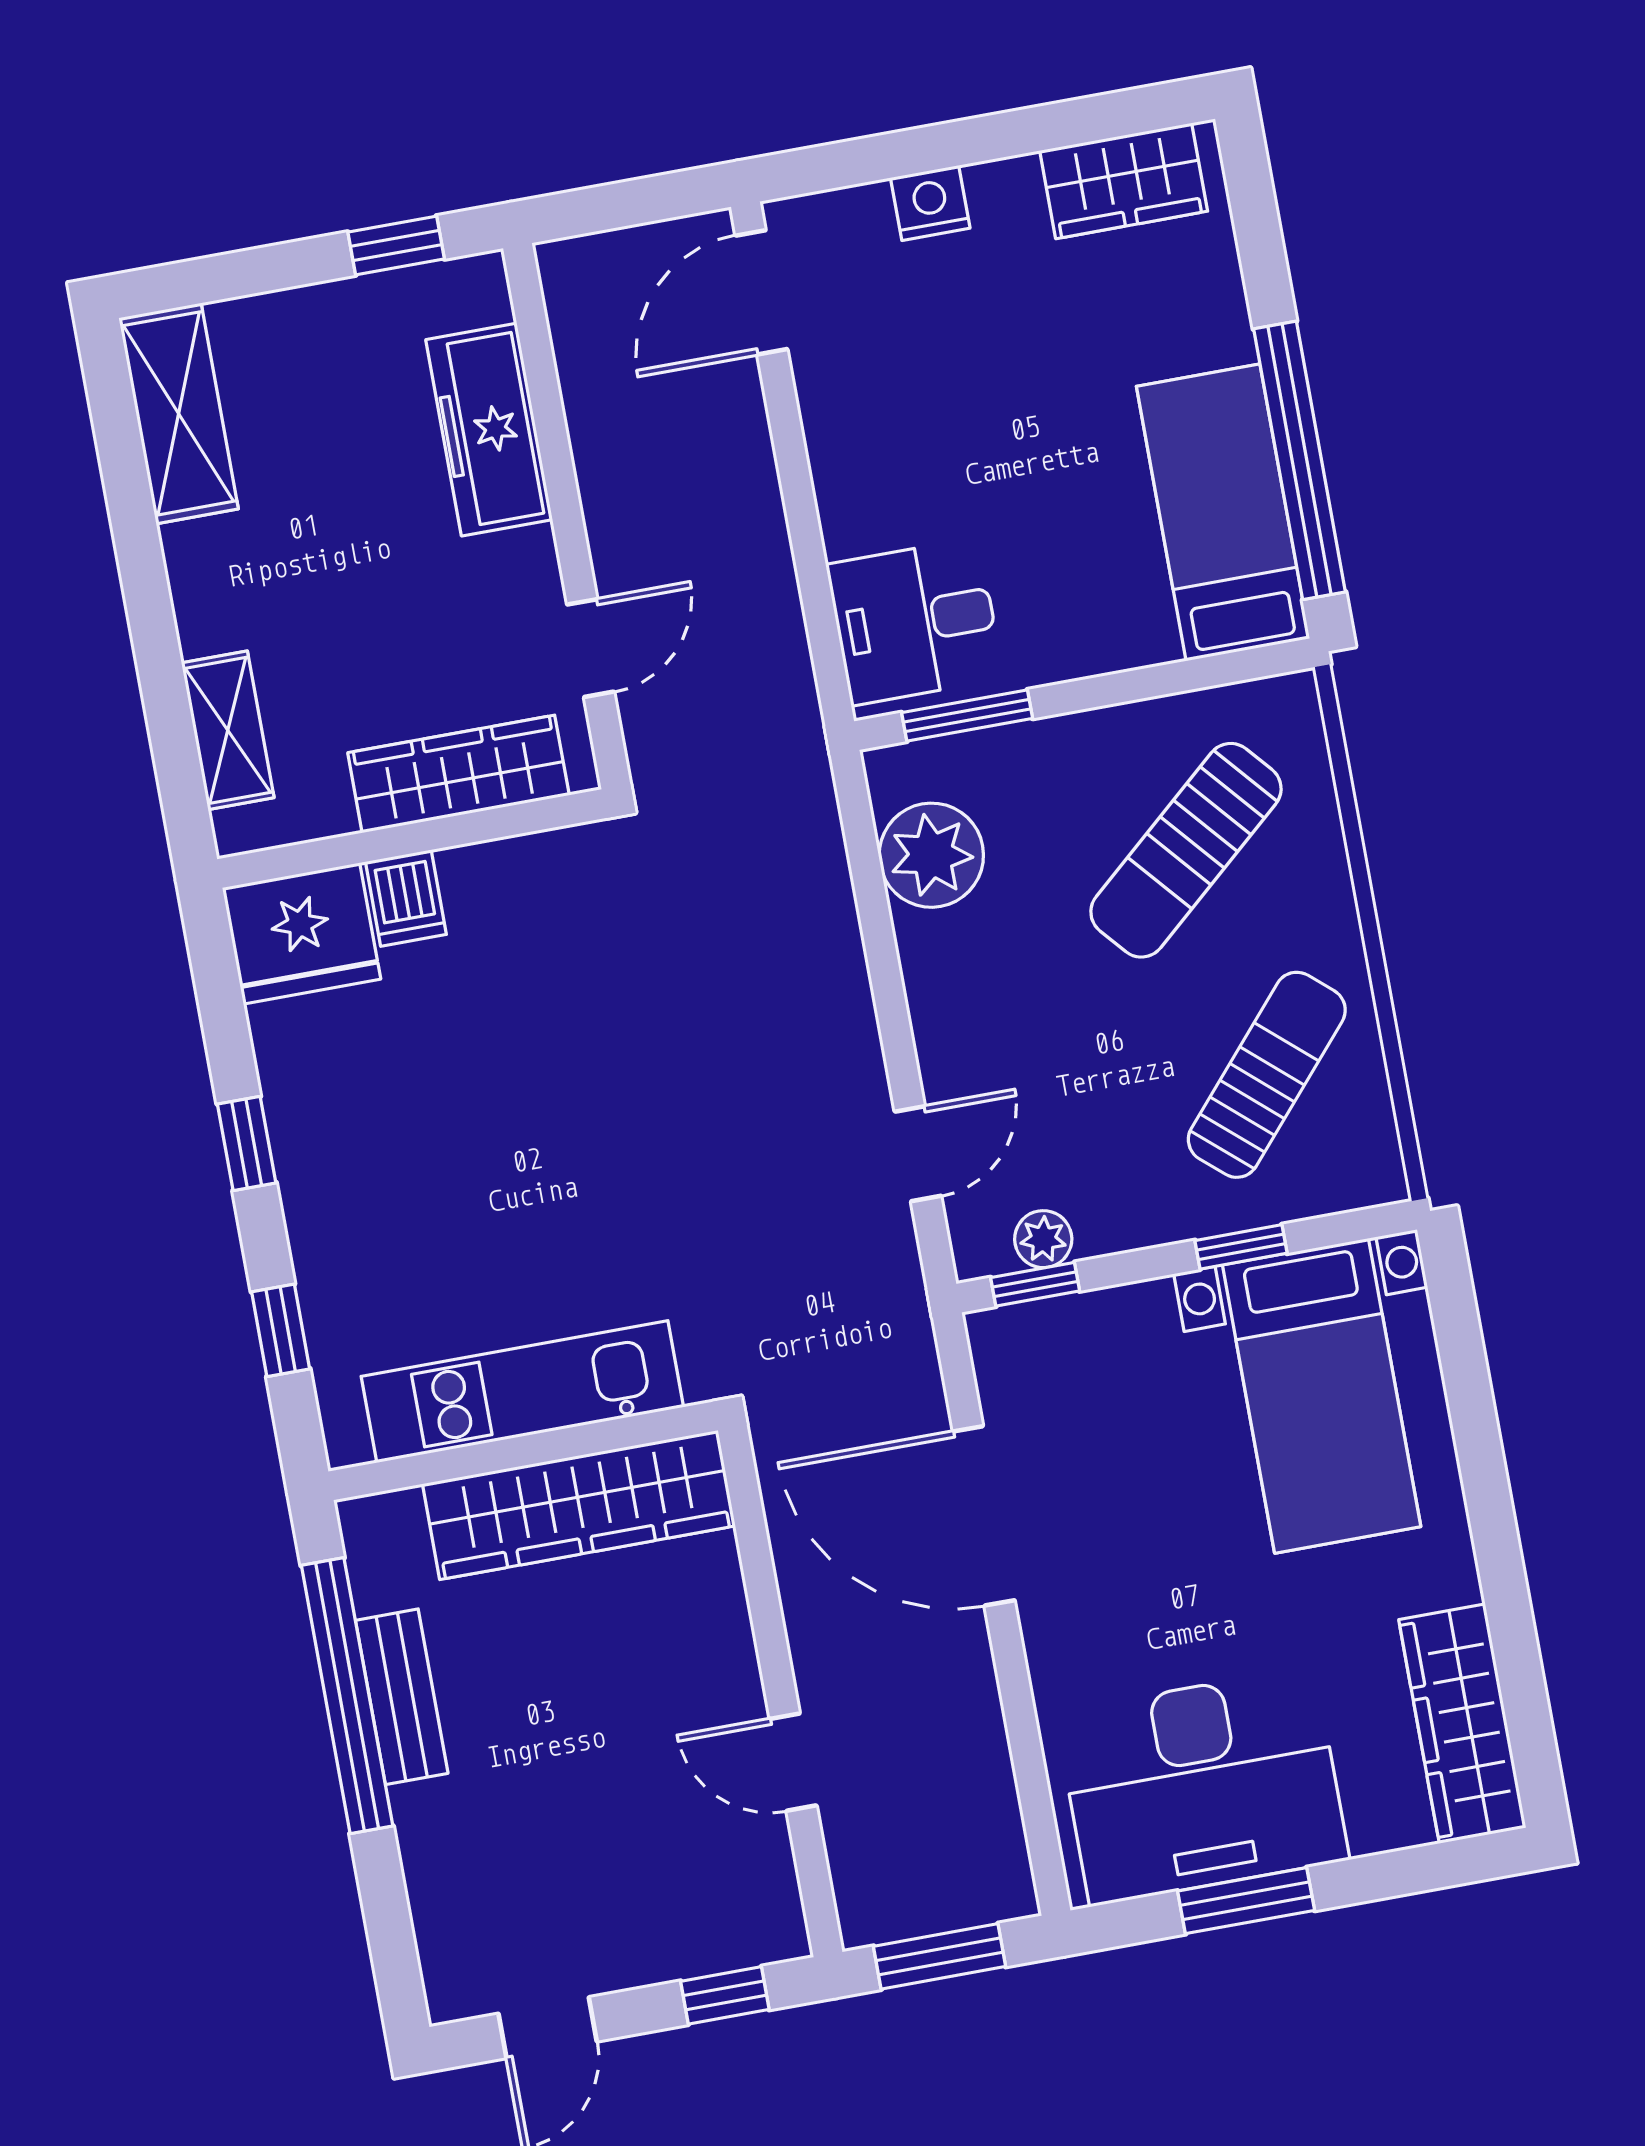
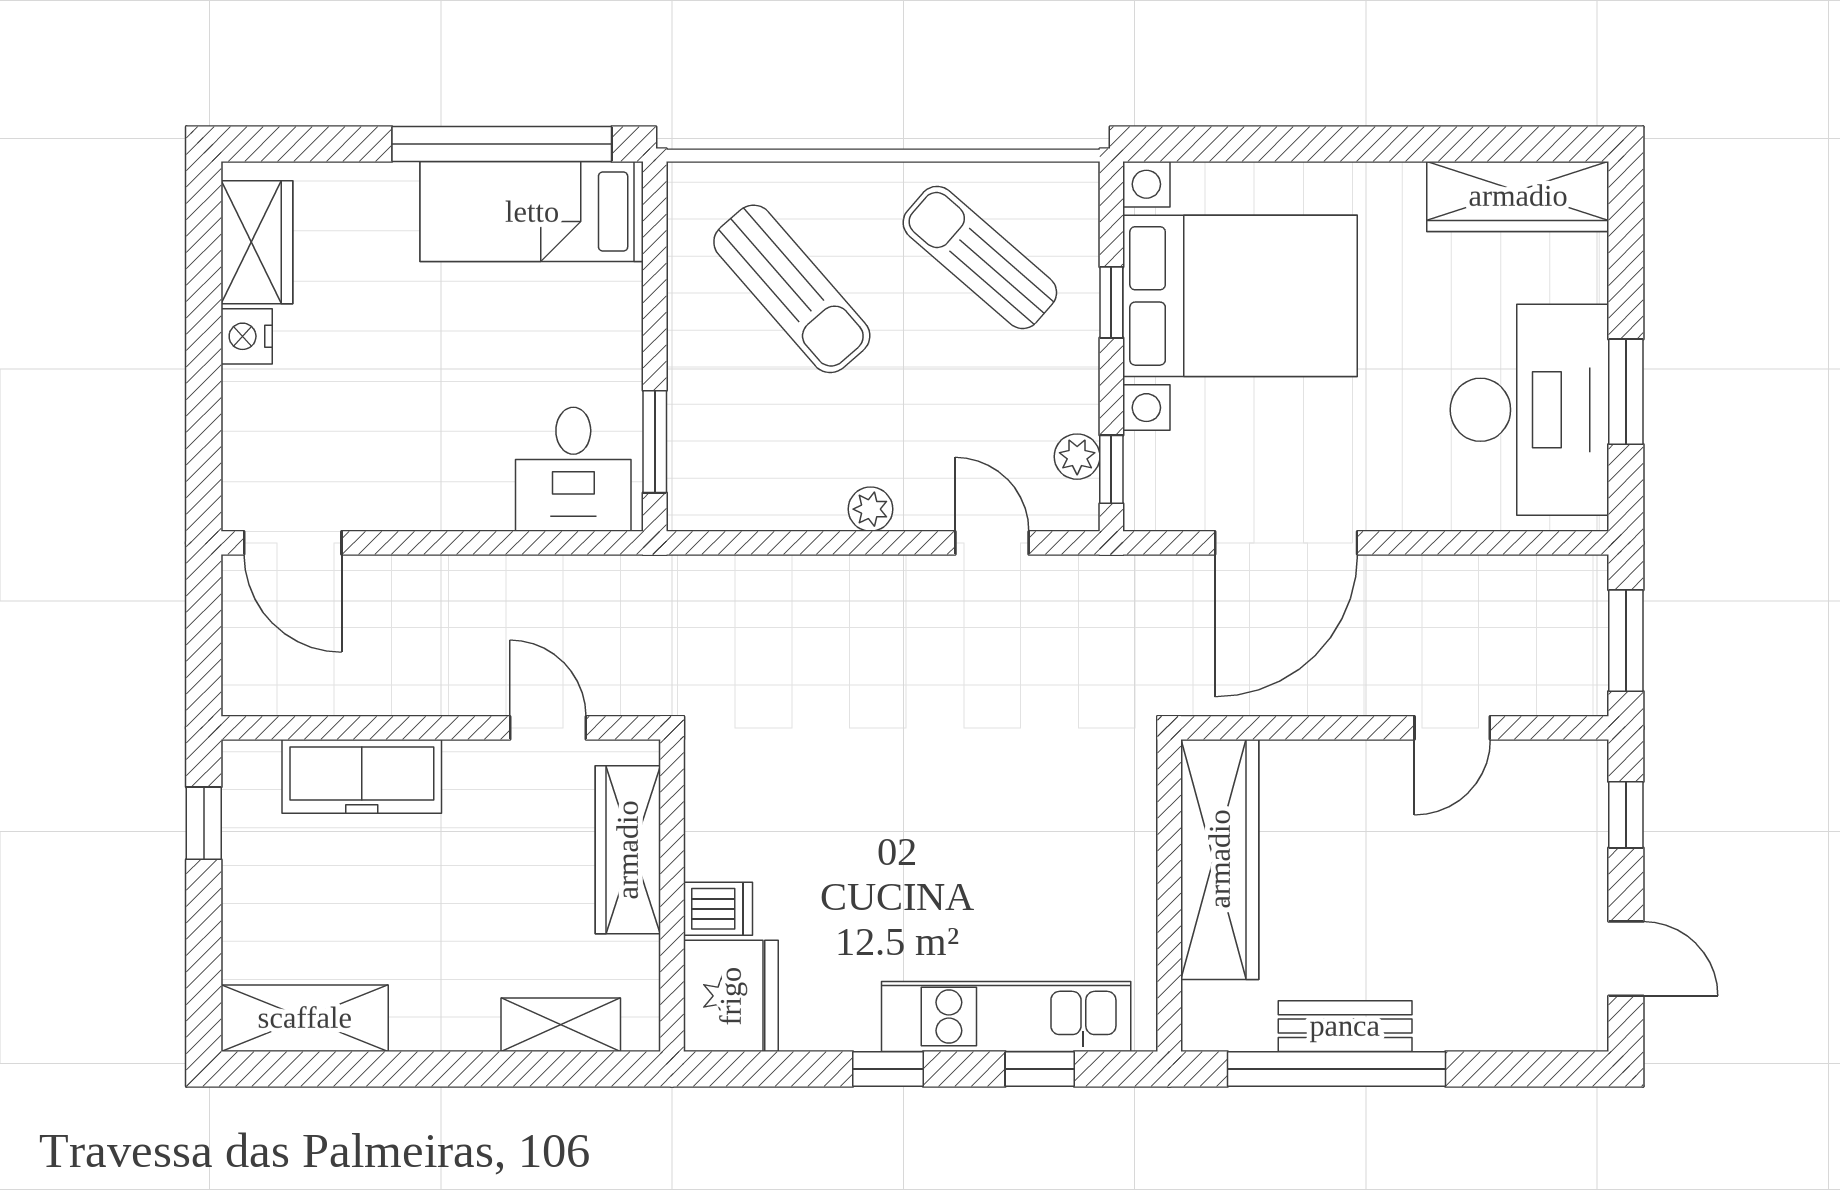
nightstand: (930, 203) -> (247, 336), moved
plant: (931, 855) -> (871, 509), moved, width x0.53, depth x0.53
kitchen unit: (522, 1392) -> (1006, 1016), moved, turned 90
bed with nightstands: (1322, 1396) -> (1240, 296), width x1.36

